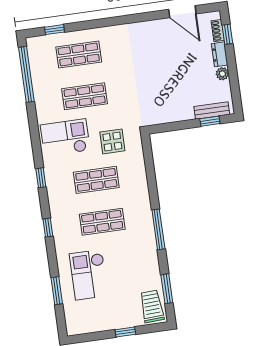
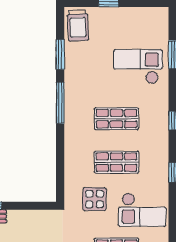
checkout: (89, 275) -> (138, 66), turned -90
window: (167, 289) -> (60, 54), moved

